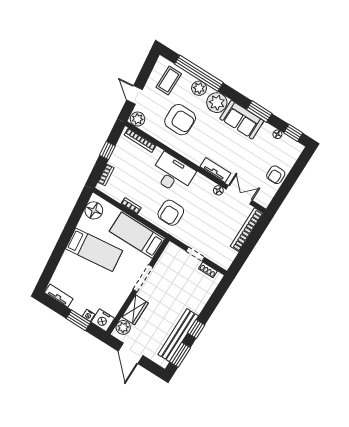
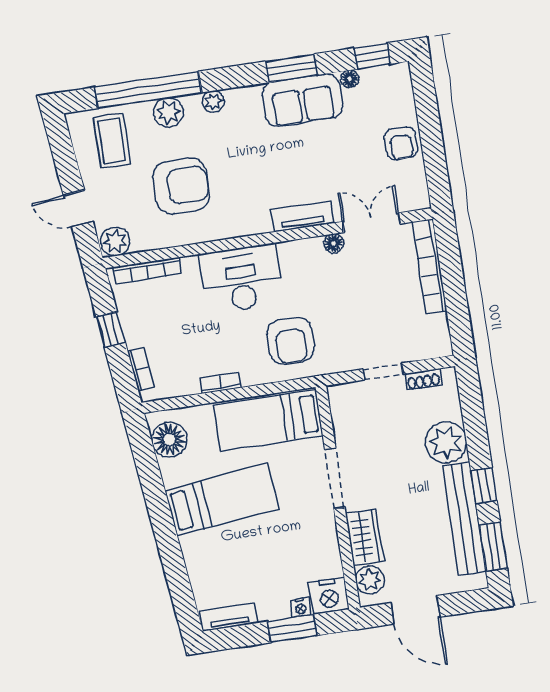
plant: (217, 103) -> (213, 102), width x0.53, depth x0.53
sofa: (242, 120) -> (302, 100), moved
plant: (196, 301) -> (446, 442), added

